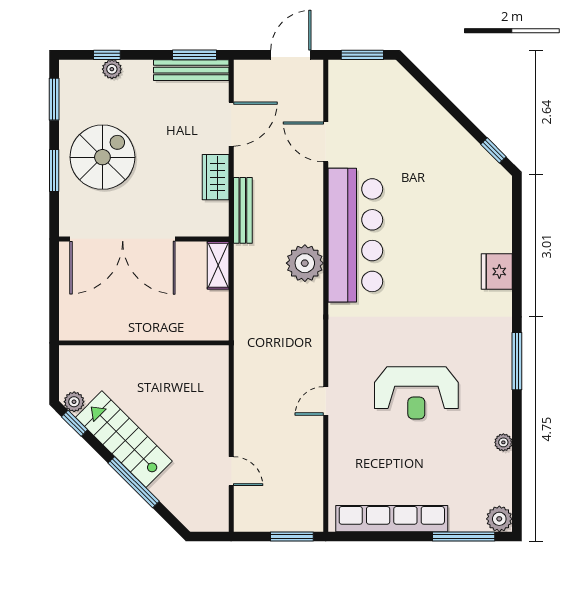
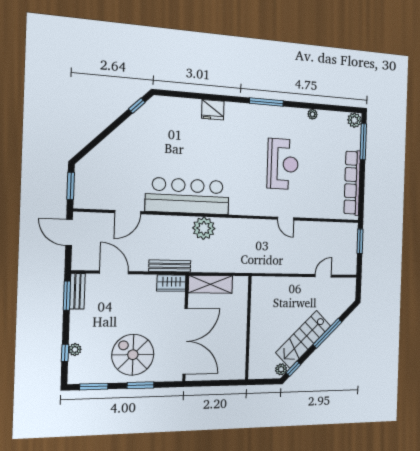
bench: (191, 70) -> (77, 291), width x0.73
wardrobe: (216, 177) -> (171, 283), moved
shelving: (218, 265) -> (210, 284), width x1.50, depth x1.33

